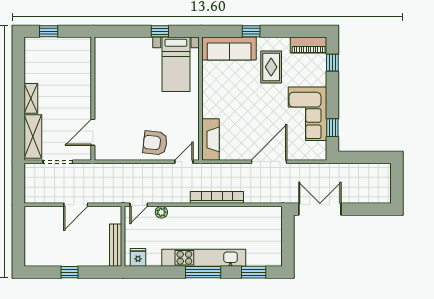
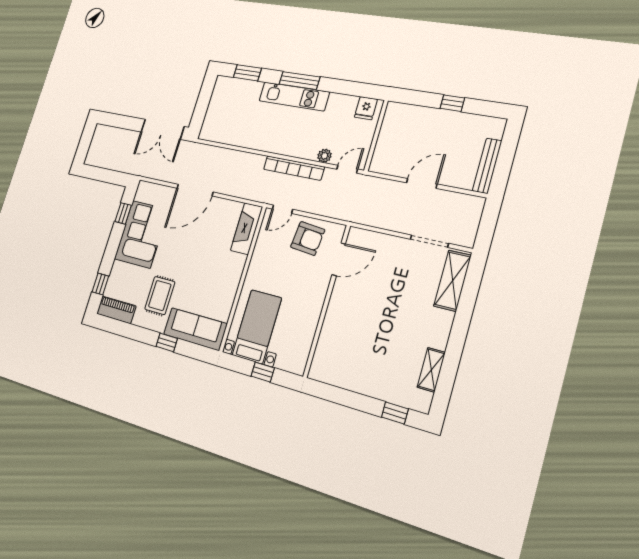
shelving: (31, 98) -> (431, 370), moved
wall: (93, 99) -> (327, 300), moved
door: (93, 132) -> (339, 259), moved
bookcase: (217, 197) -> (294, 168), moved
bench: (116, 245) -> (487, 166), moved
kitchen unit: (204, 258) -> (294, 96), width x0.73

